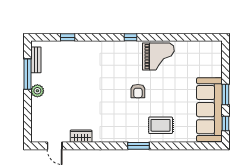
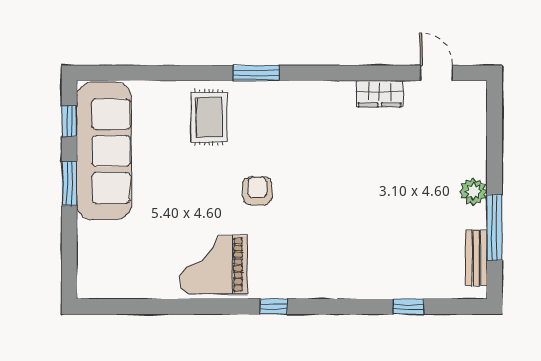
rug: (161, 125) -> (209, 117), turned 90

